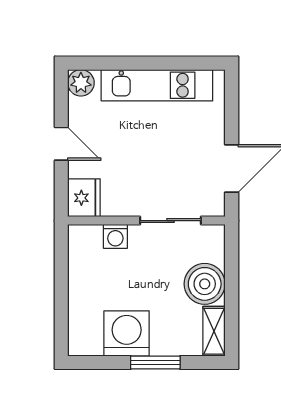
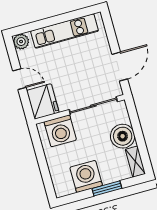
fridge: (84, 198) -> (43, 101), width x1.36, depth x1.34
sliding door: (170, 221) -> (93, 106), width x1.37
washing machine: (115, 236) -> (60, 131), width x1.89, depth x1.89

